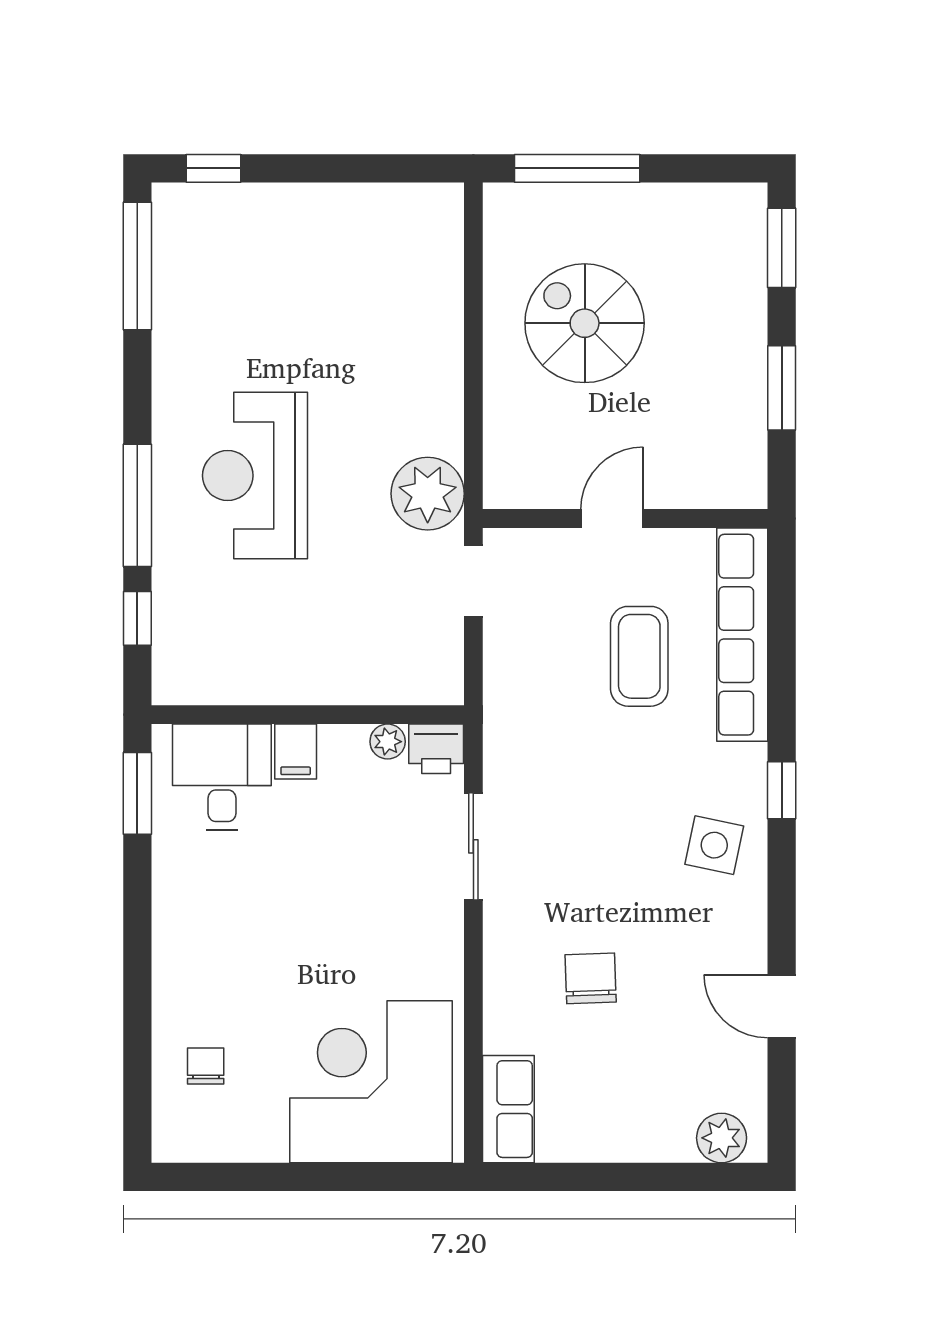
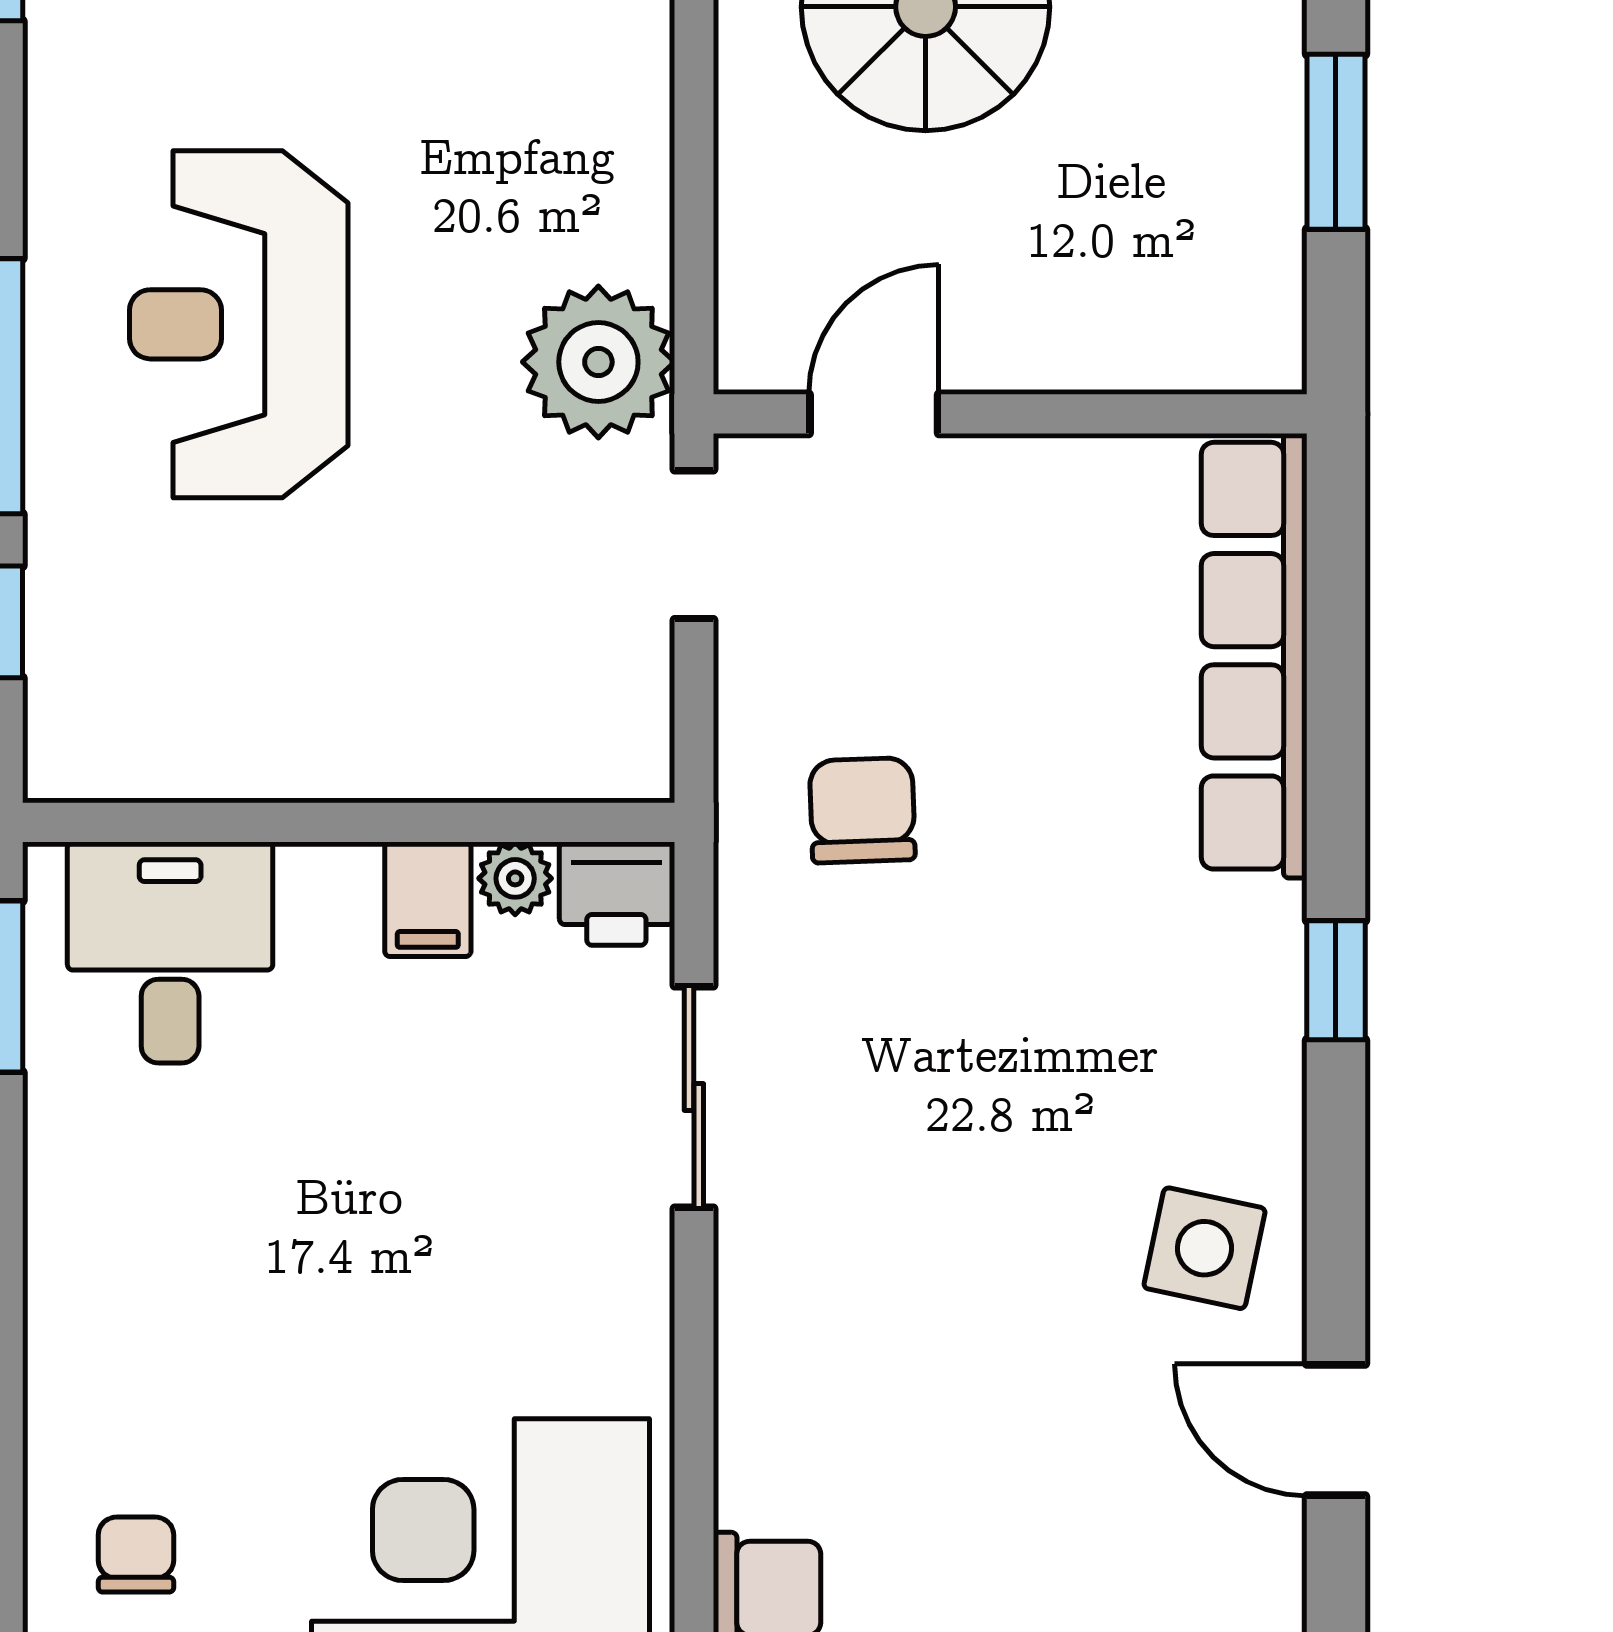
door: (612, 519) -> (874, 414), moved
coffee table: (639, 656) -> (1040, 701), removed
filing cabinet: (296, 752) -> (428, 899), moved
side table: (714, 845) -> (1204, 1248), moved
chair: (591, 978) -> (862, 810), moved

